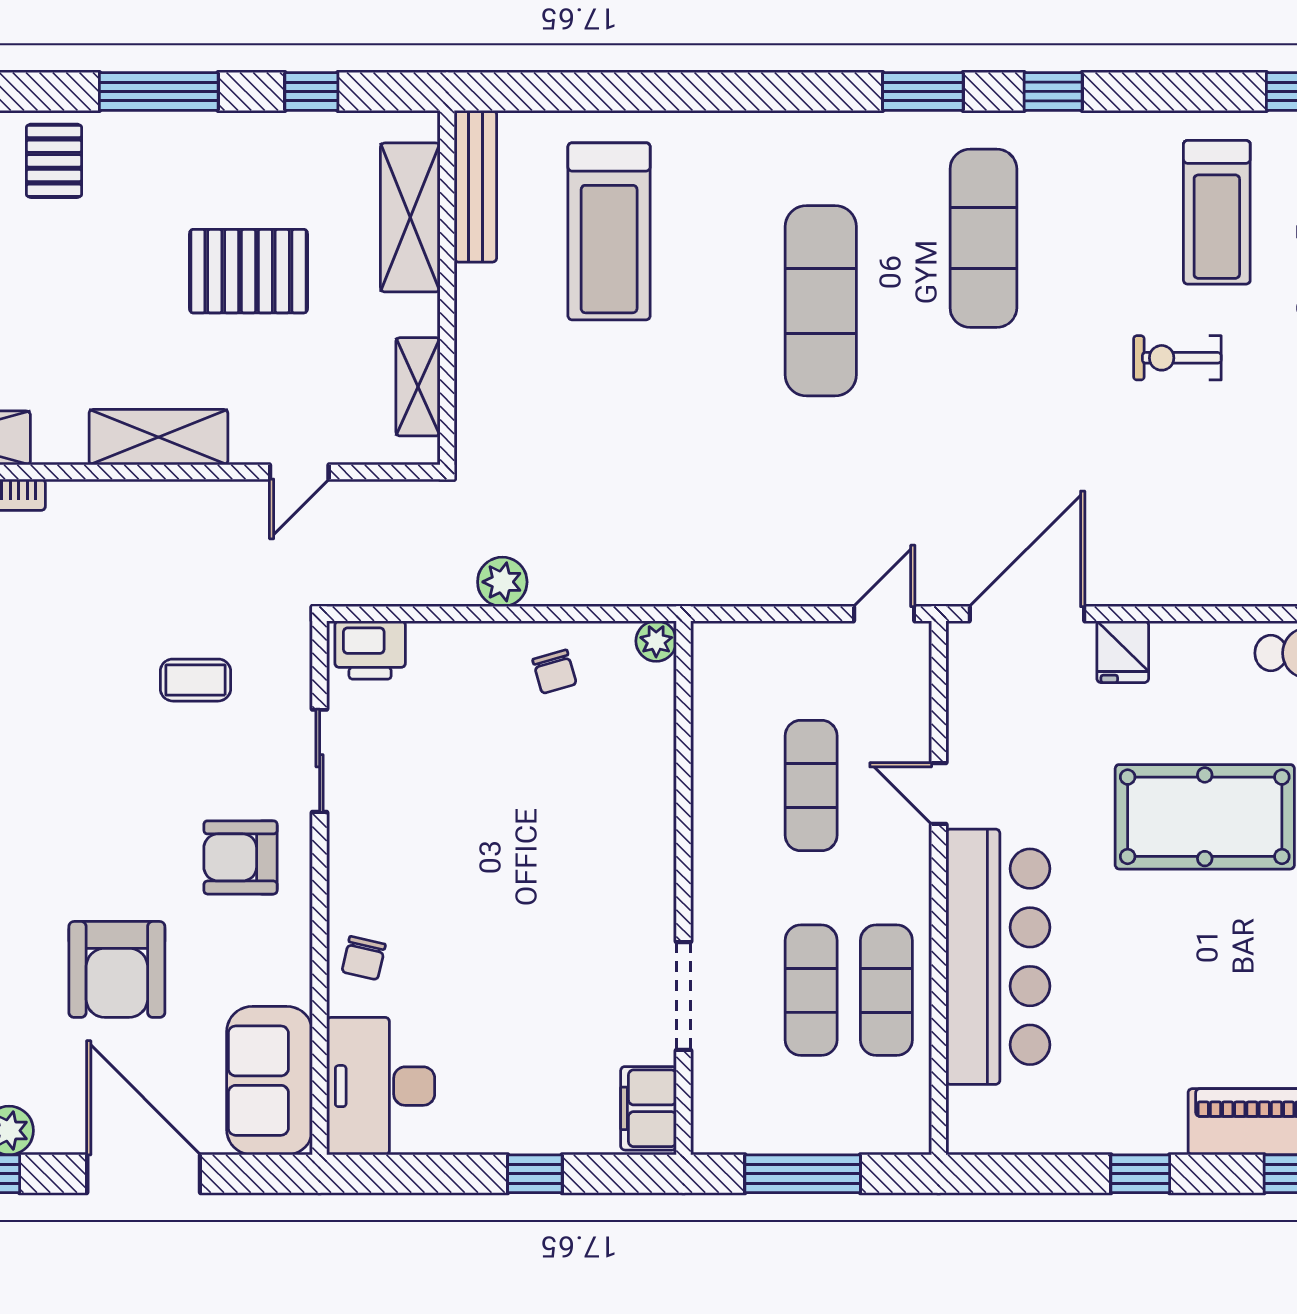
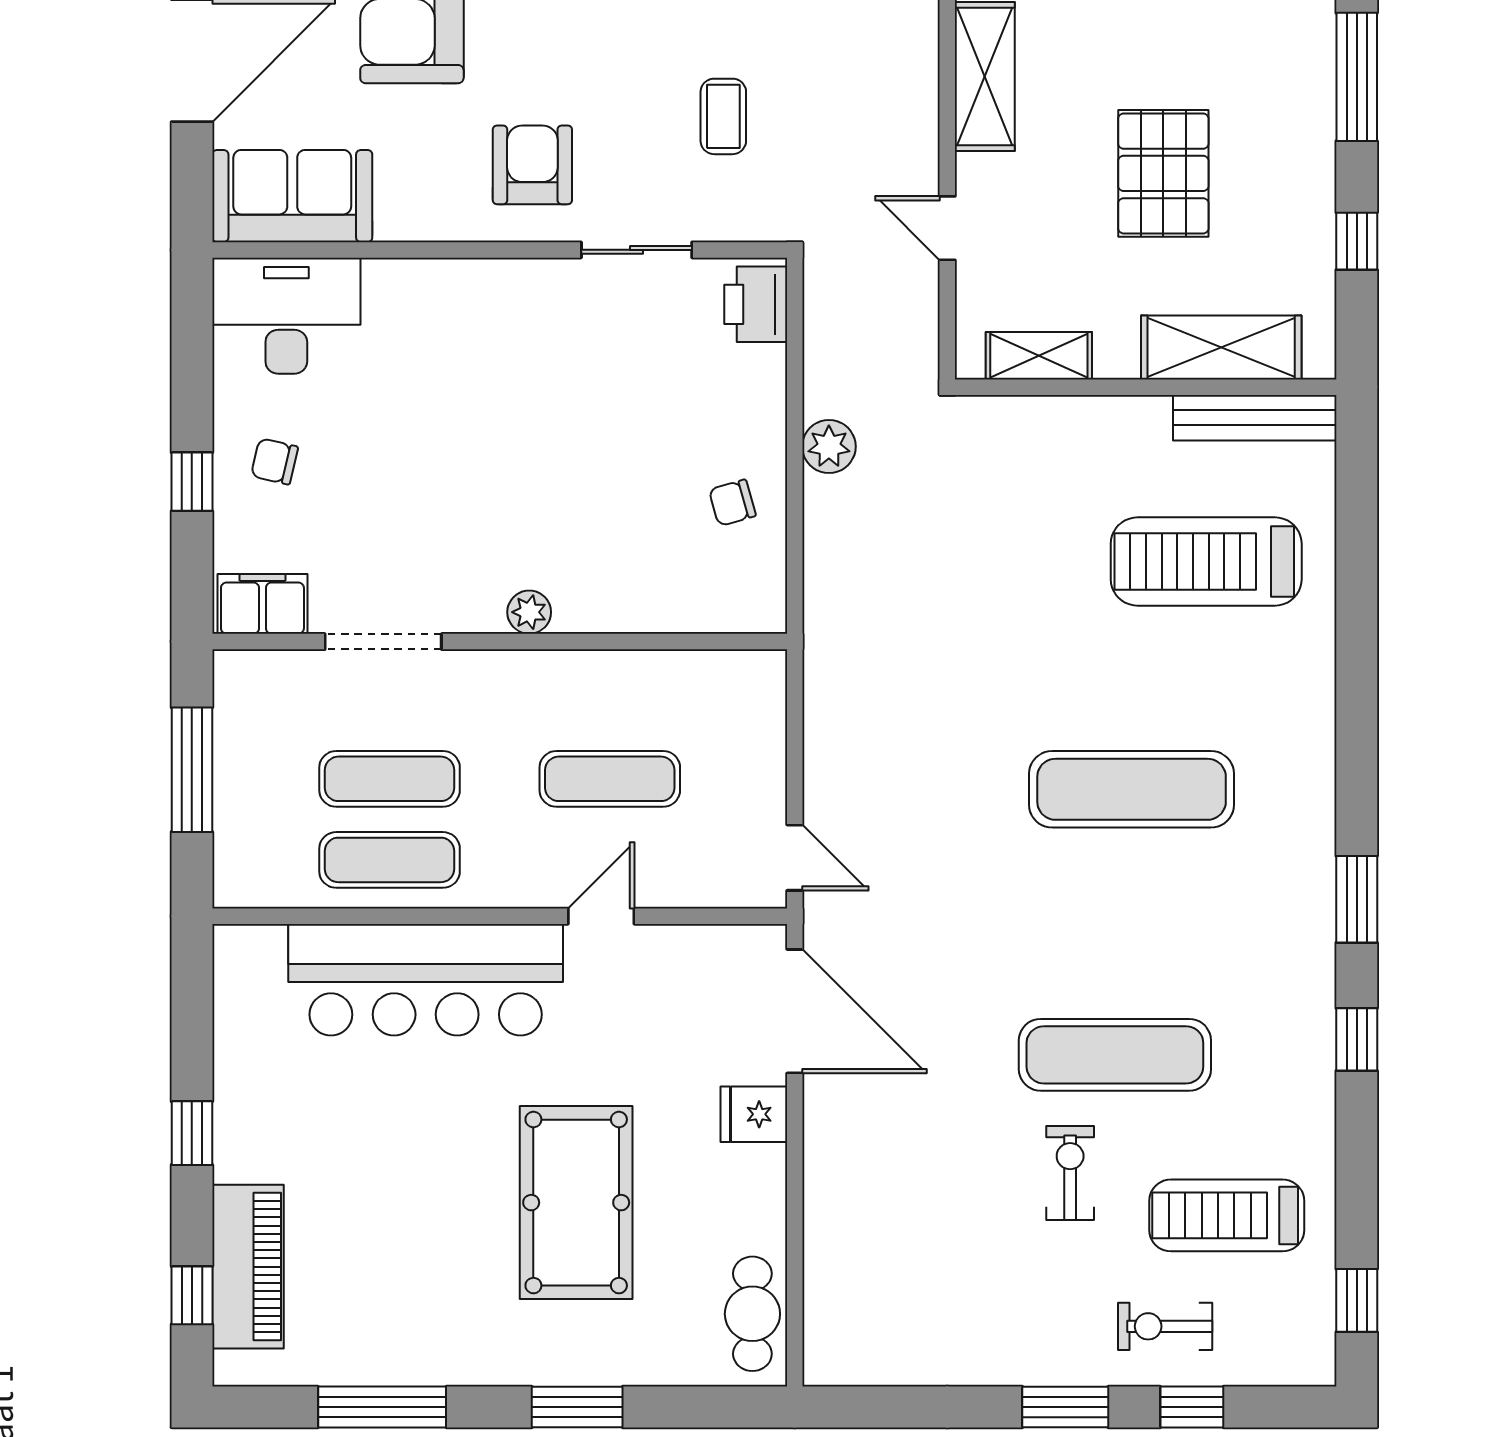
exercise mat: (983, 238) -> (1115, 1055), moved
plant: (656, 641) -> (529, 612), moved
chair: (364, 958) -> (275, 461), moved

